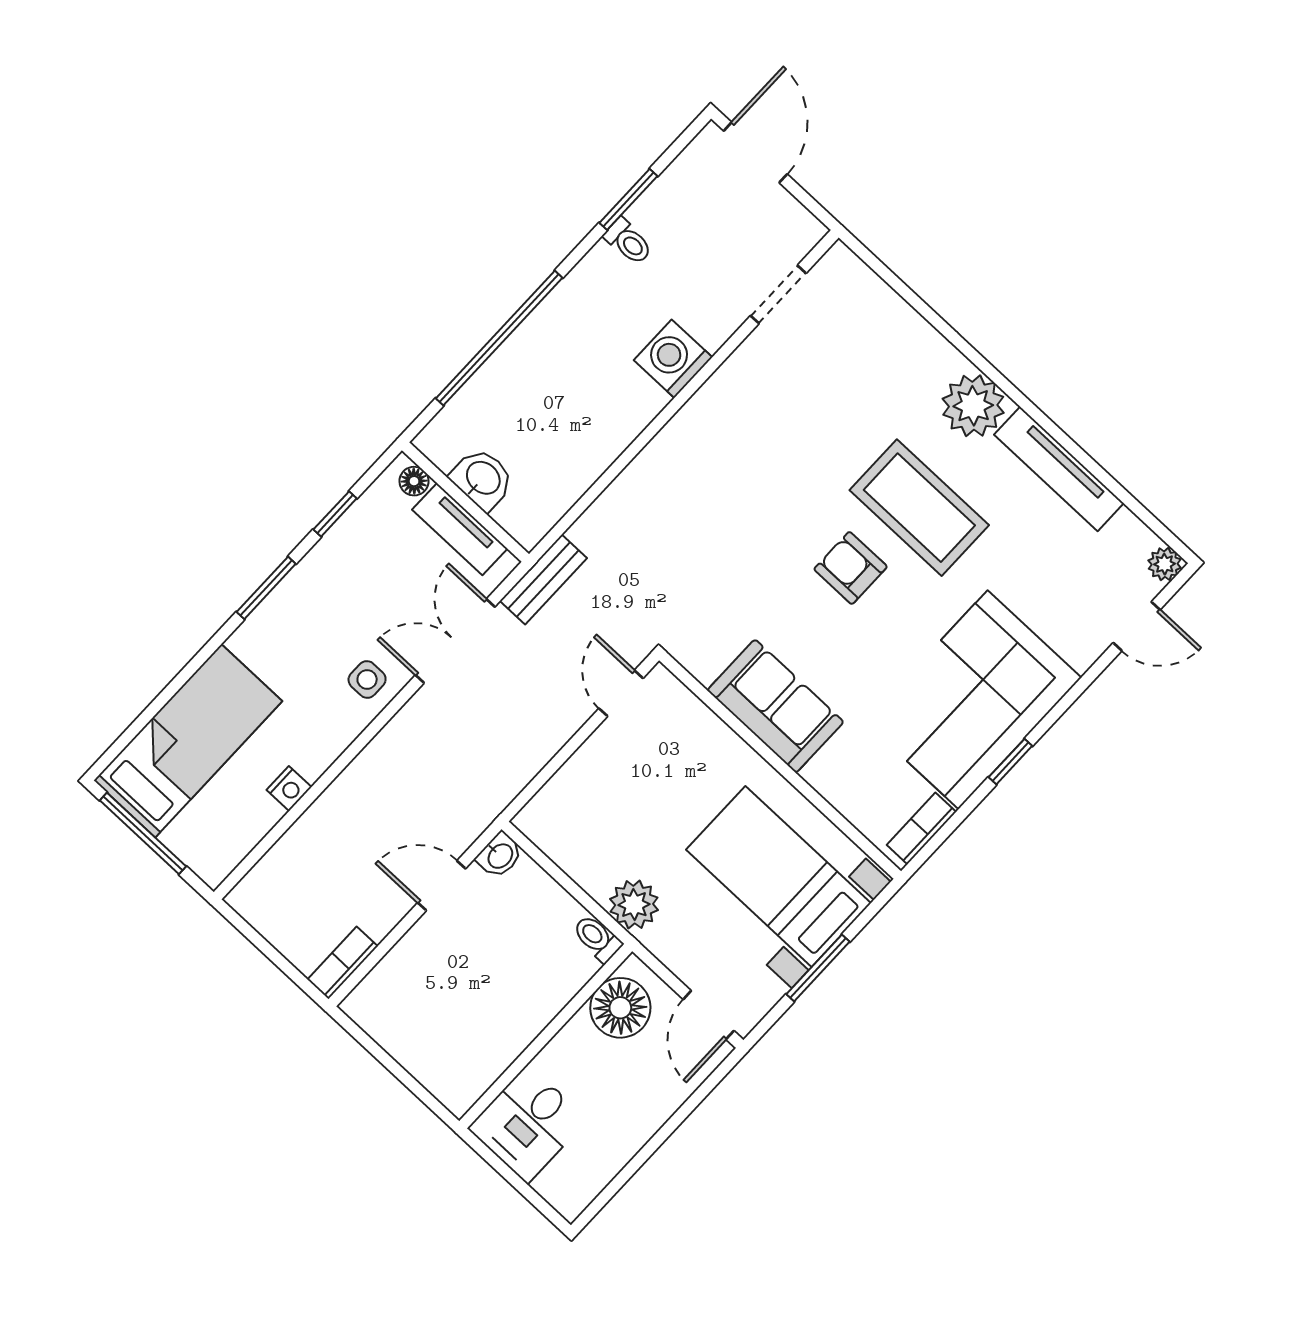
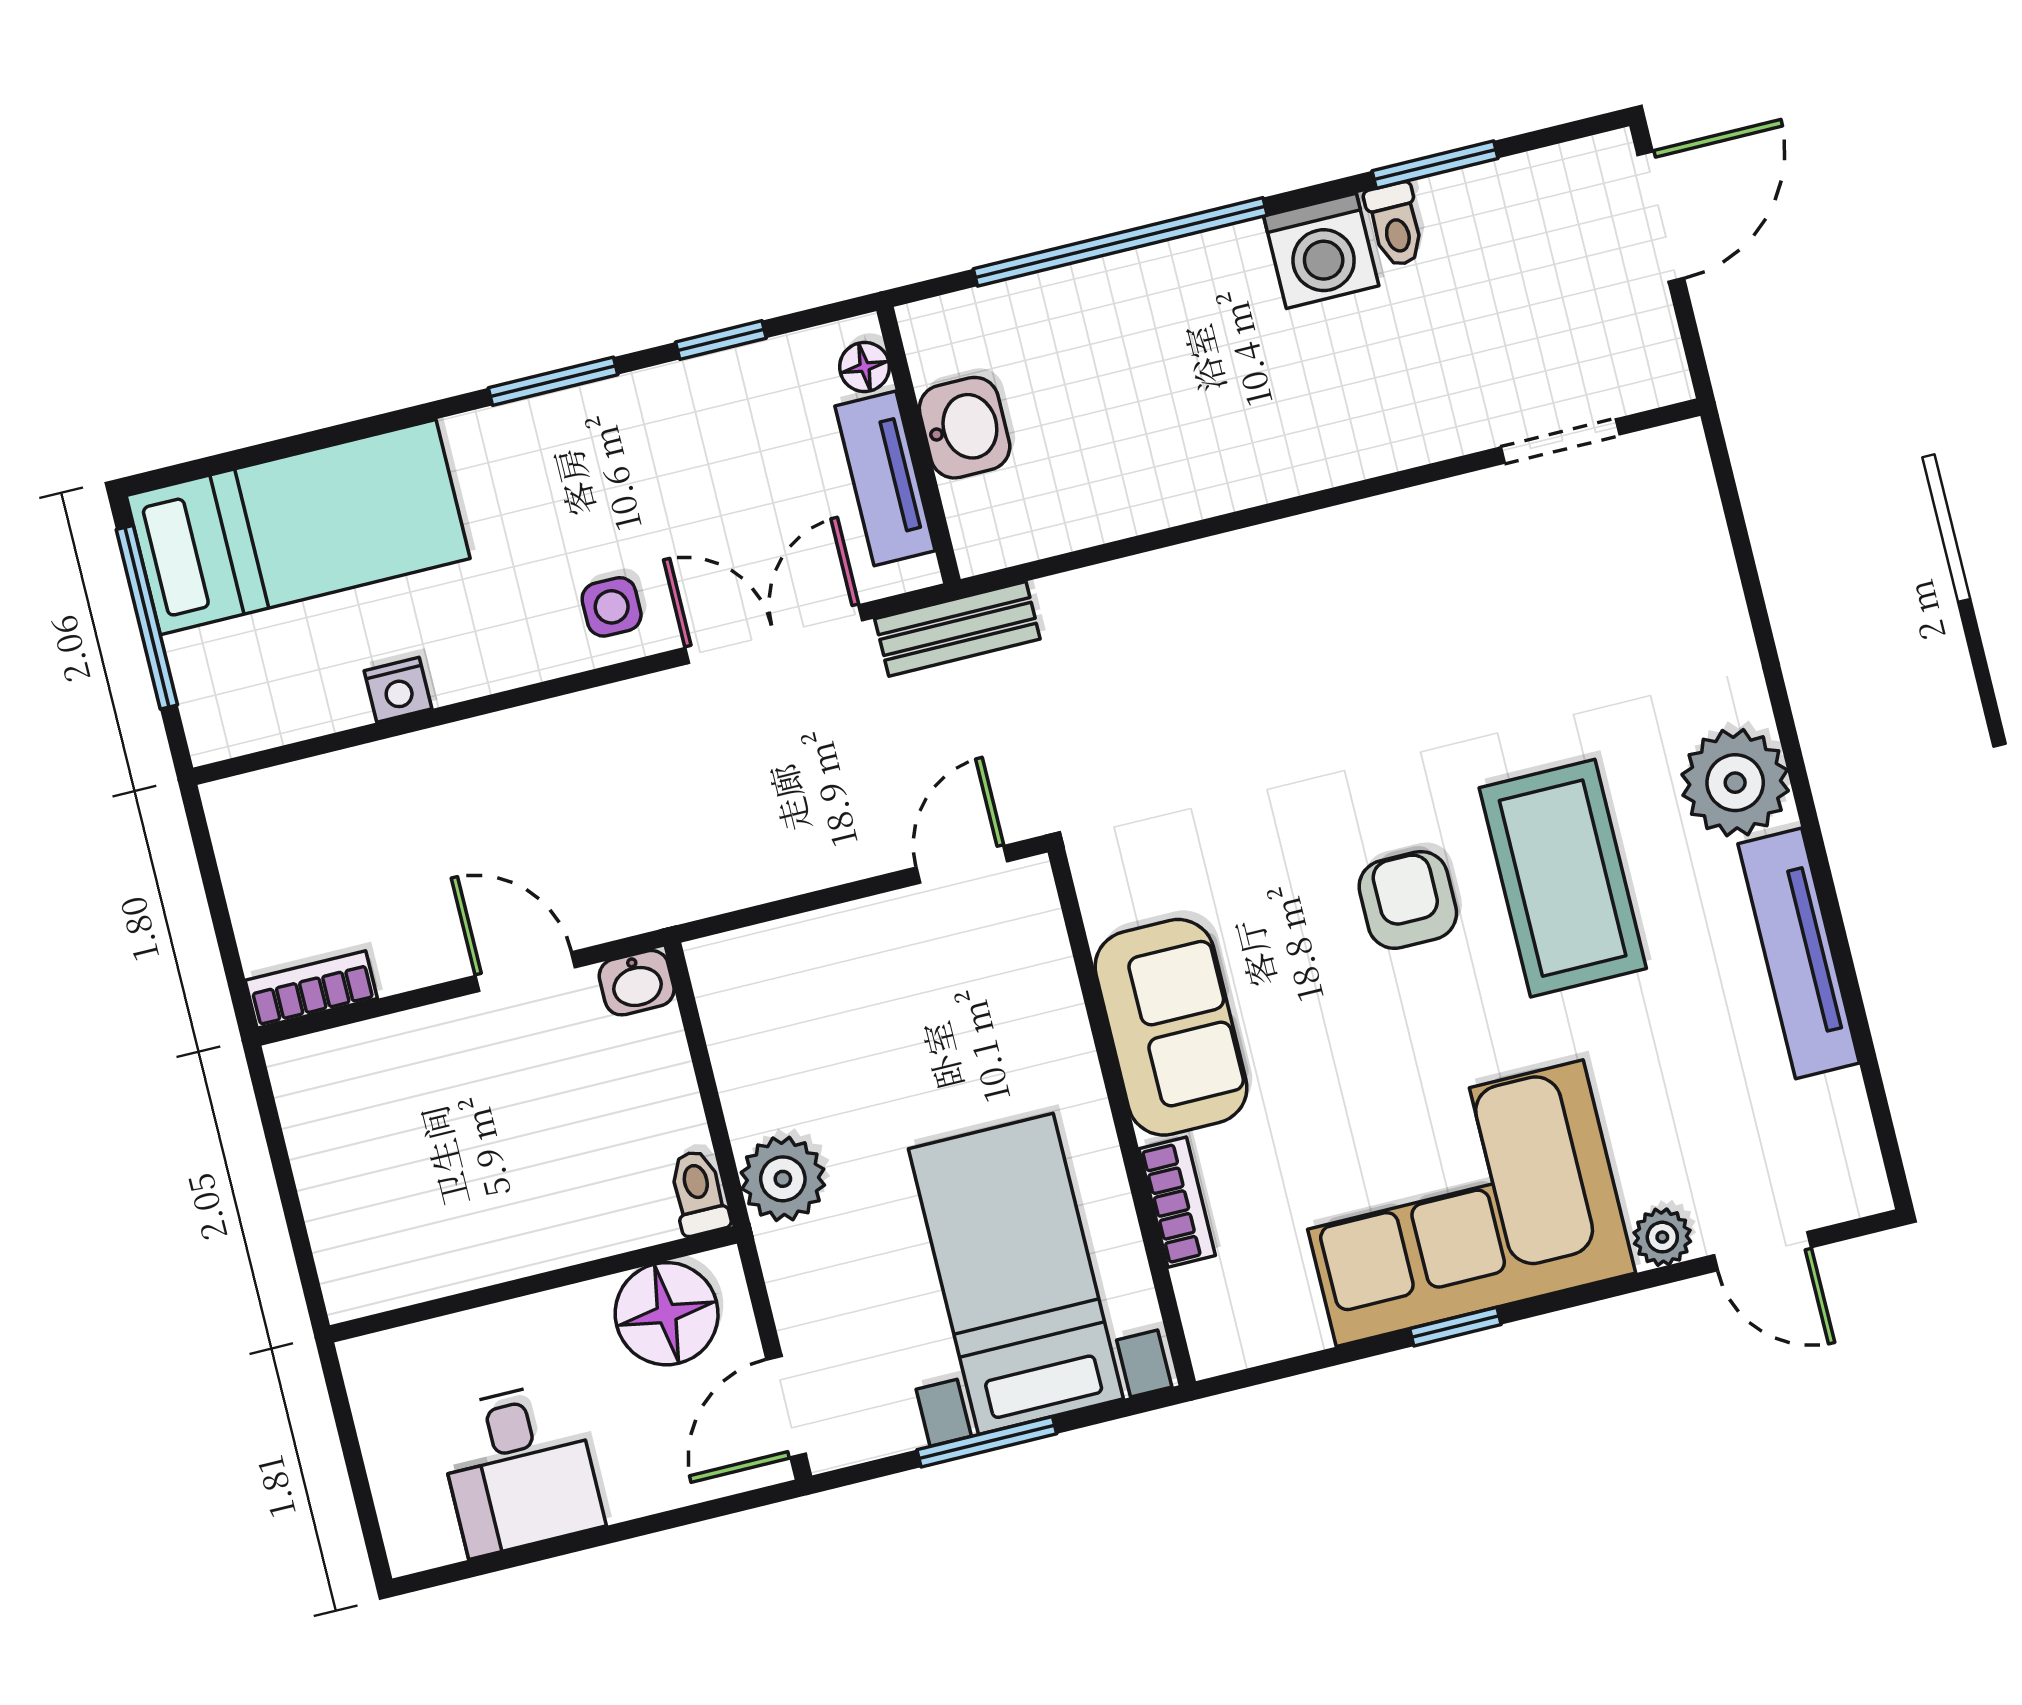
washing machine: (673, 359) -> (1321, 251), moved, turned 180
plant: (1165, 564) -> (1662, 1237), moved
bookcase: (921, 828) -> (1177, 1202), moved, turned 90
desk: (528, 1124) -> (519, 1469), moved, turned -90

